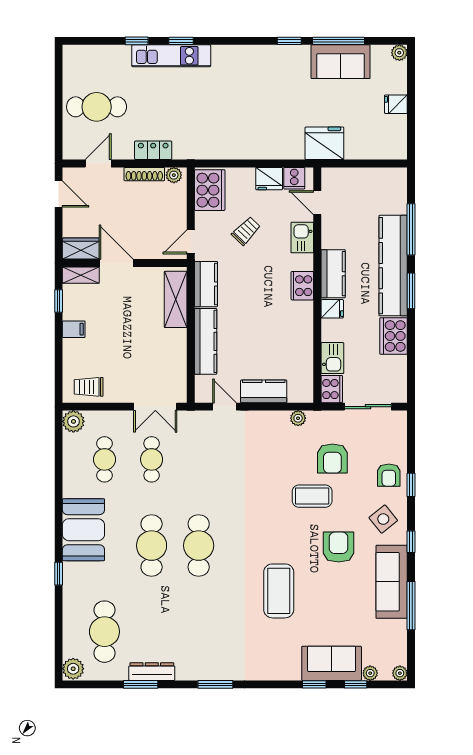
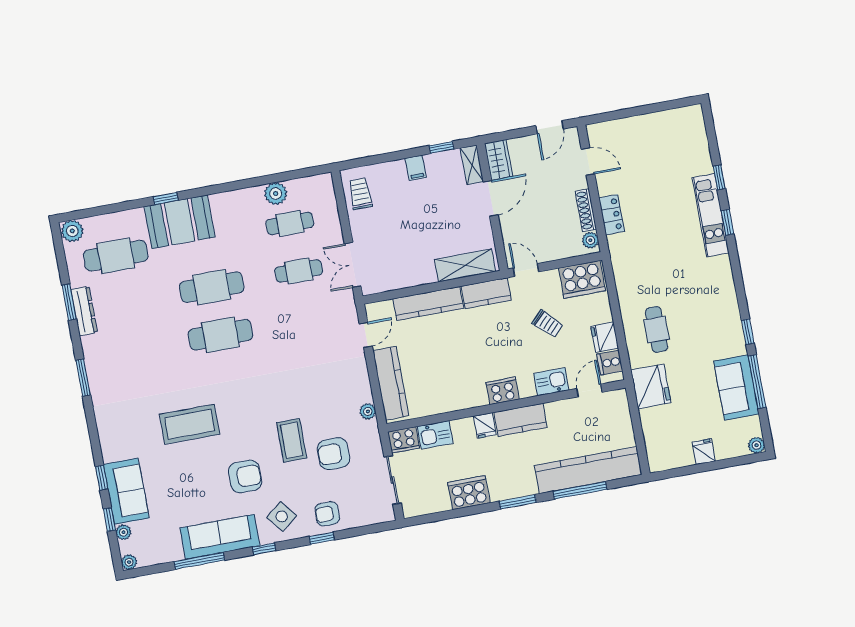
cafe table: (97, 107) -> (657, 329), moved, width x0.73, depth x0.74
kitchen counter: (393, 266) -> (588, 470), moved
kitchen counter: (264, 391) -> (391, 383), width x1.50
plant: (73, 421) -> (276, 194), moved
booth: (83, 530) -> (180, 222), moved

